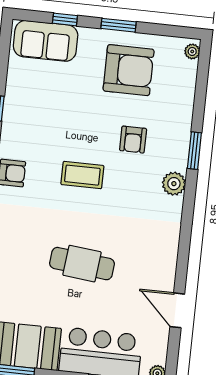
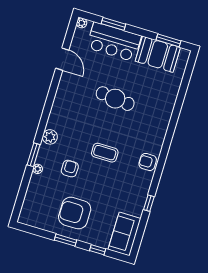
sofa: (46, 41) -> (124, 234), moved, turned -90
plant: (192, 51) -> (38, 169), moved
armchair: (129, 70) -> (75, 213), moved

